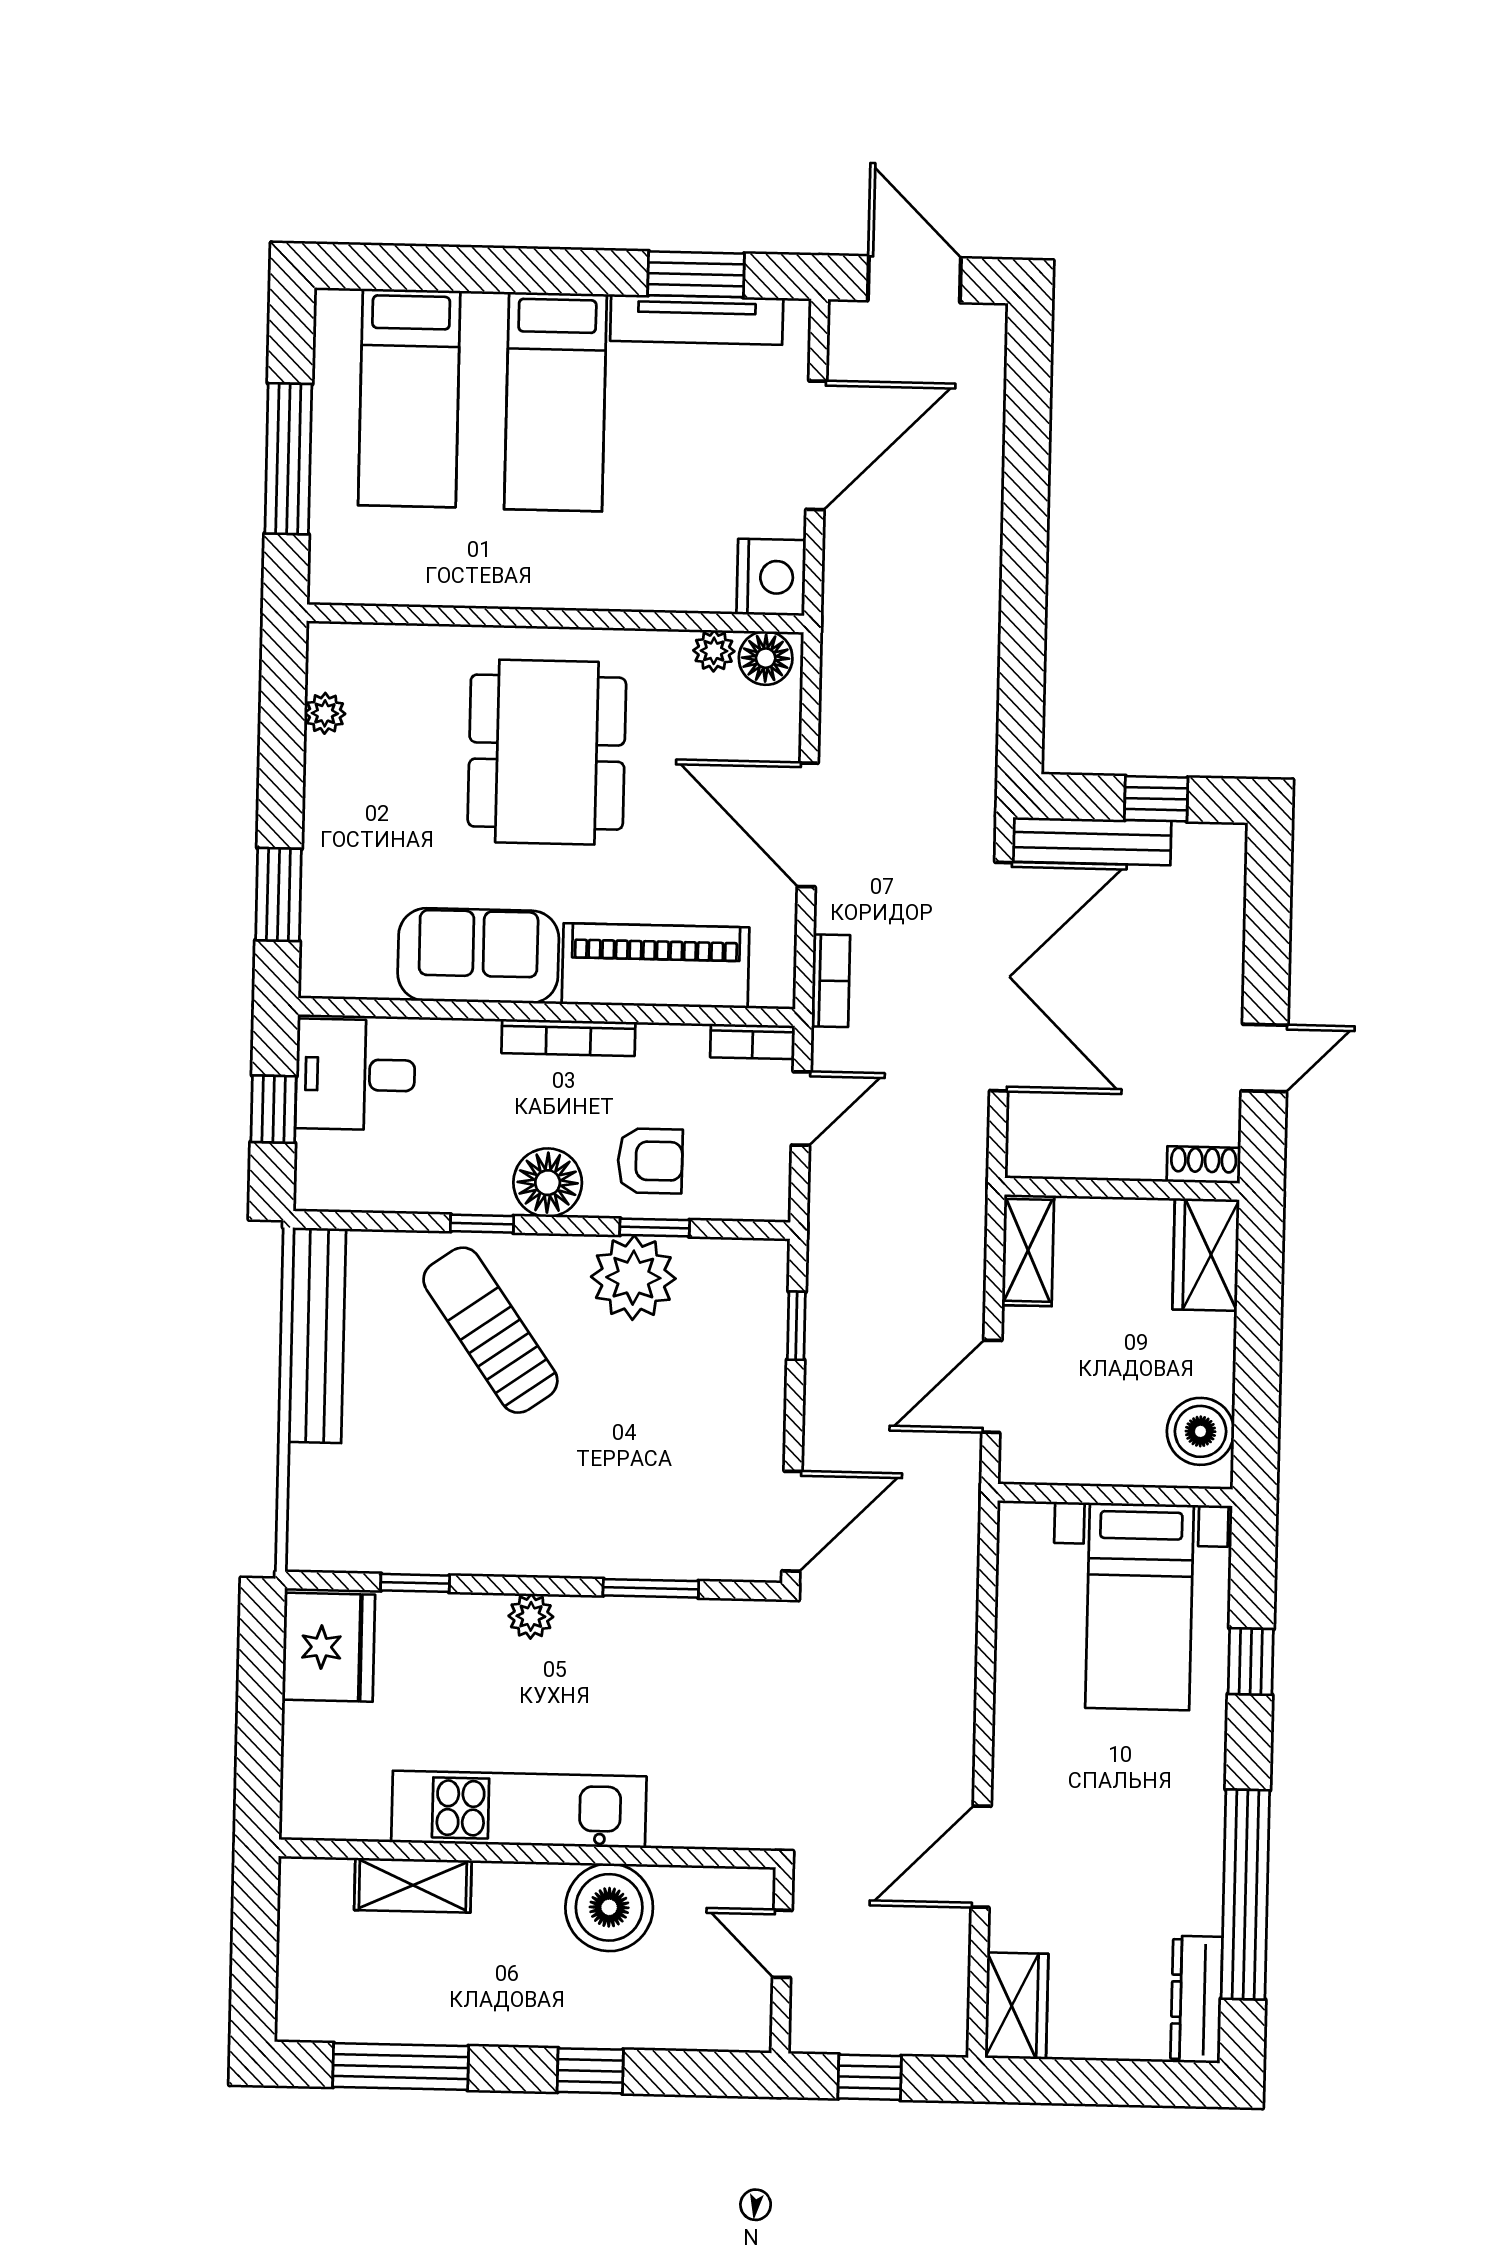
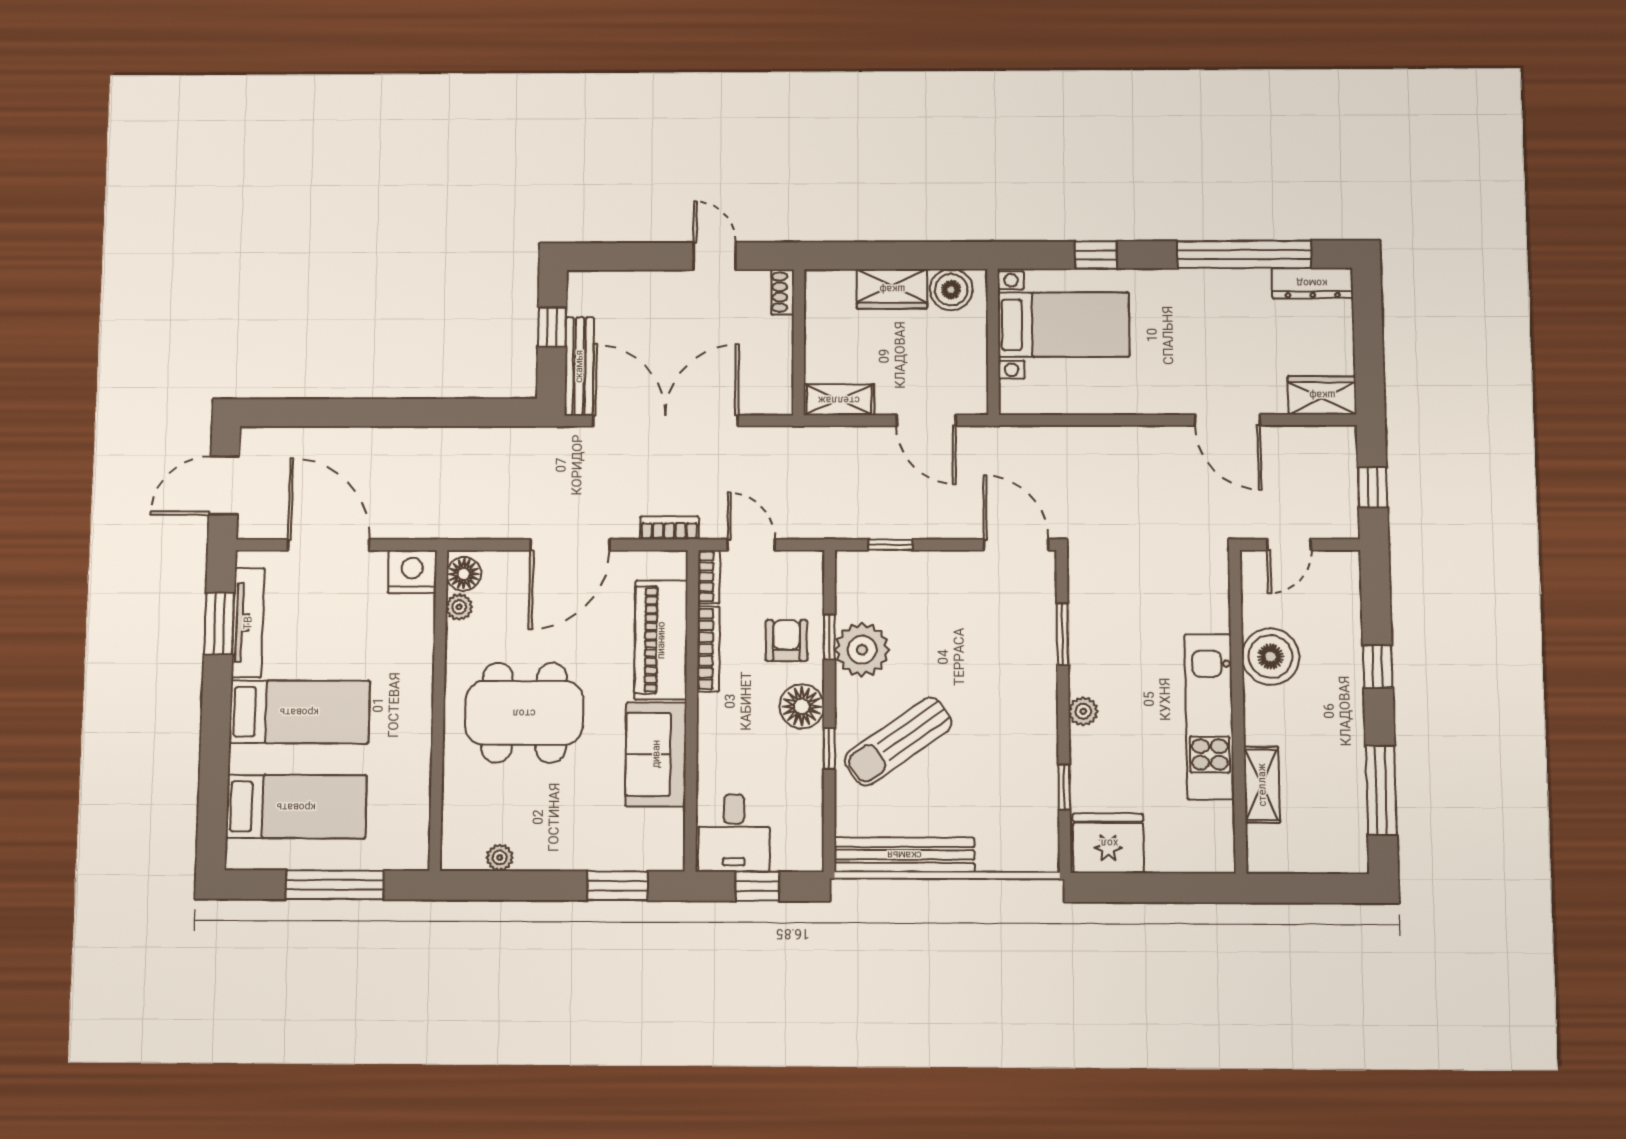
bookcase: (568, 1038) -> (708, 649), moved
wardrobe: (1206, 1255) -> (892, 289), moved

